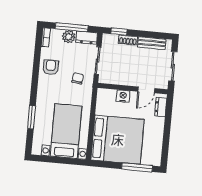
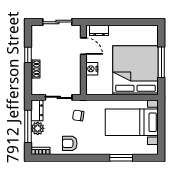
window: (119, 32) -> (28, 55), moved
bench: (152, 43) -> (36, 45), removed
window: (137, 167) -> (161, 62), moved

